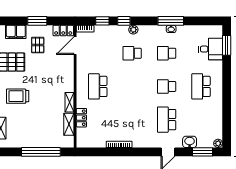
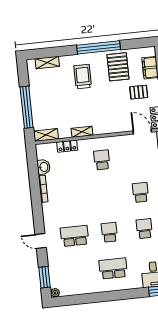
school desk: (98, 86) -> (102, 160), width x0.54
shelving: (69, 124) -> (46, 135), moved
washbasin: (190, 142) -> (44, 167), moved

